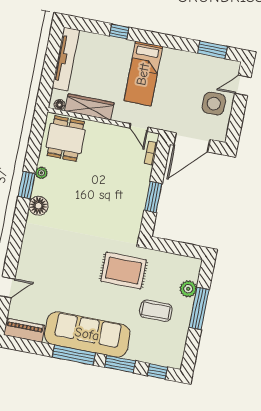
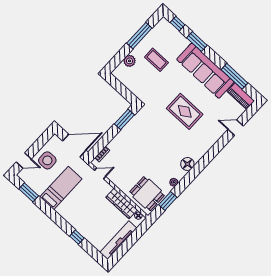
bed: (143, 74) -> (61, 188), moved
door: (139, 128) -> (100, 173), hinge flipped
dining table: (66, 138) -> (147, 194), turned 90
window: (27, 185) -> (168, 201), moved
window: (153, 197) -> (124, 119), moved
rug: (124, 271) -> (185, 111), moved
window: (199, 308) -> (139, 36), moved
window: (74, 355) -> (235, 76), moved

